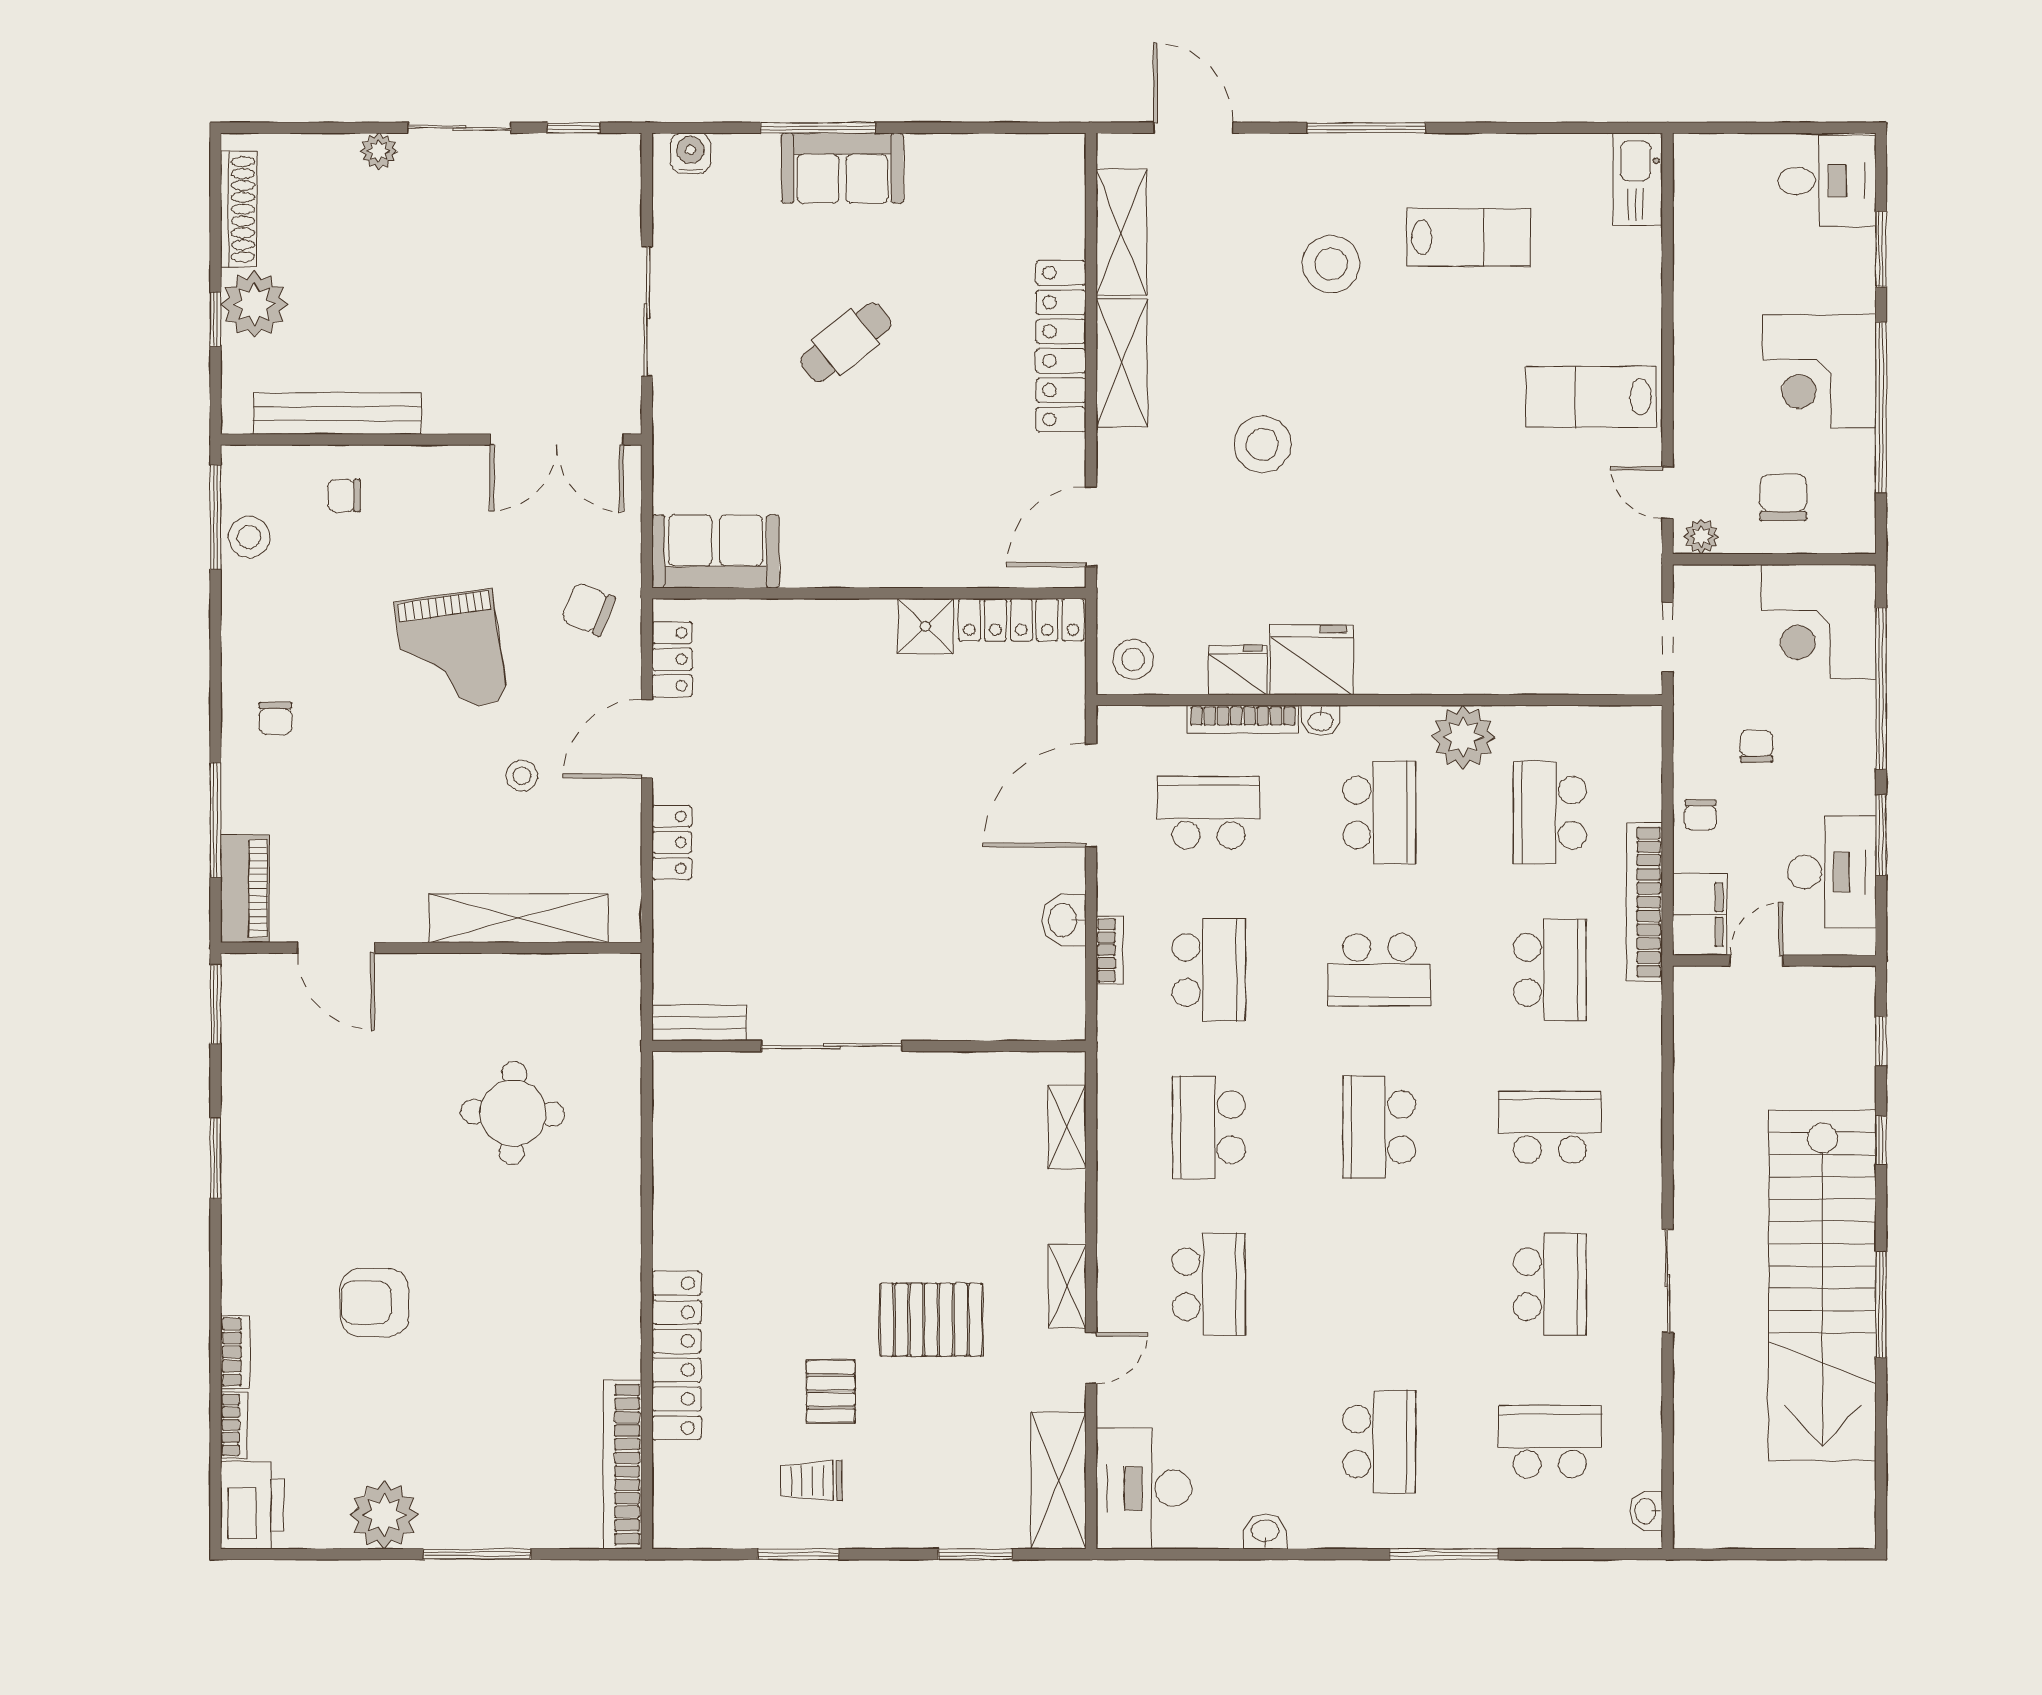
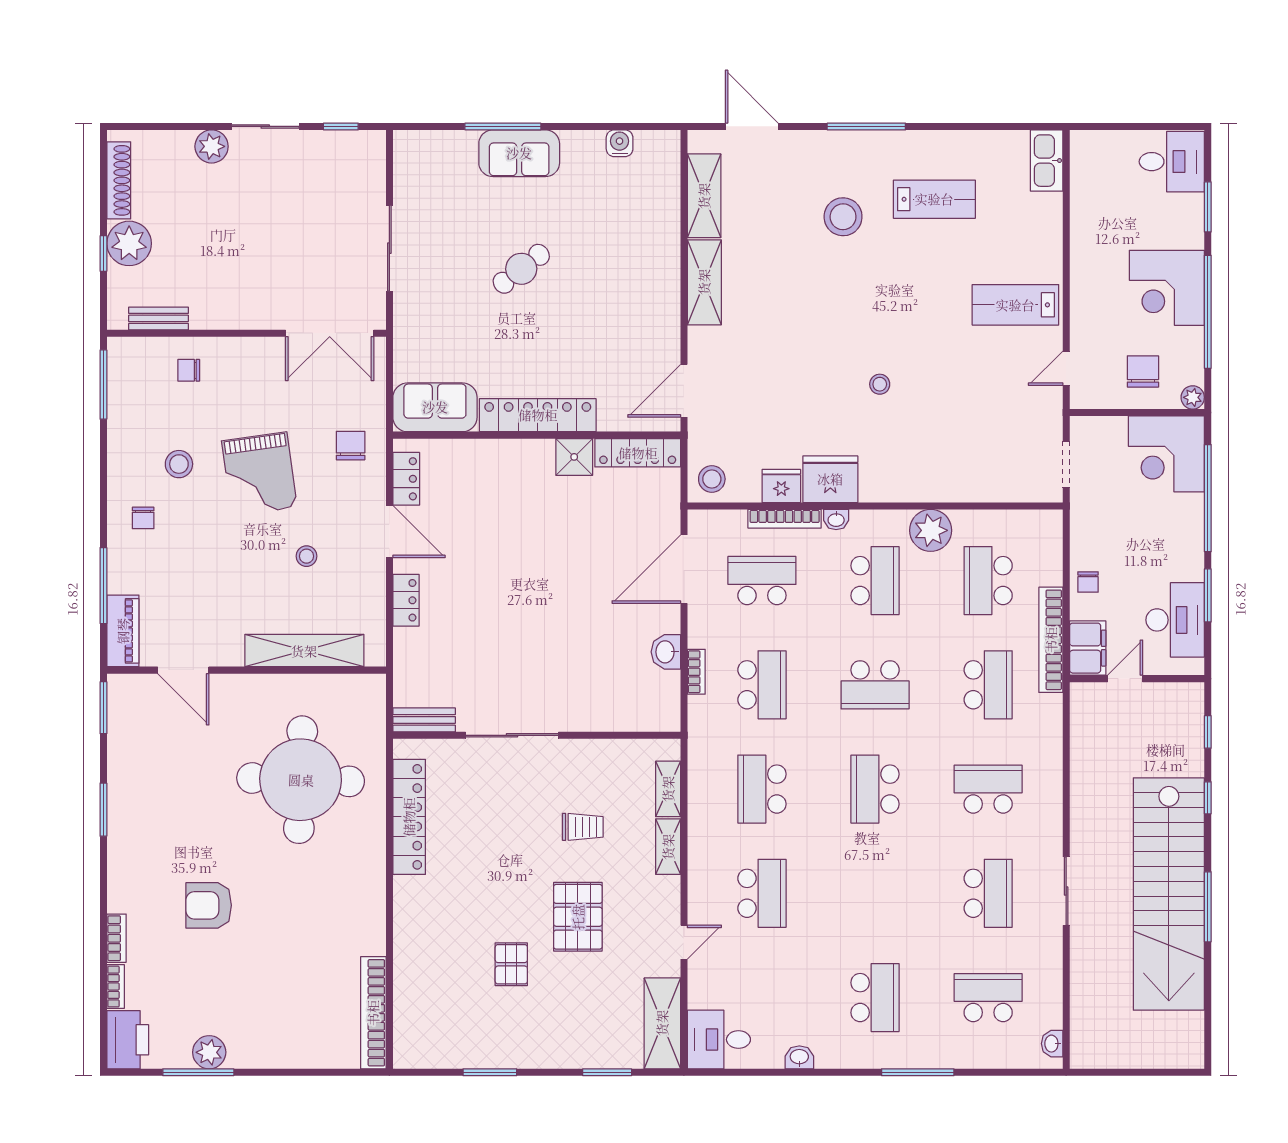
plant: (379, 151) -> (212, 146), width x1.38, depth x1.38
water cooler: (690, 153) -> (620, 143), moved
locker: (1061, 346) -> (538, 415), moved, turned 90
bench: (337, 414) -> (159, 318), width x0.54, depth x0.82
stool: (1262, 444) -> (880, 384), moved, width x0.53, depth x0.53
door: (1667, 492) -> (1066, 368), hinge flipped
plant: (1701, 536) -> (1193, 397), moved
stool: (249, 537) -> (179, 464), moved
chair: (588, 609) -> (351, 446), turned 68
door: (647, 739) -> (389, 532), swing flipped
chair: (1756, 746) -> (1125, 536), removed
round table: (513, 1113) -> (301, 780), width x1.86, depth x1.86
shelving: (1067, 1286) -> (668, 847), moved
pallet: (931, 1320) -> (578, 917), turned 90
locker: (677, 1356) -> (409, 817), moved
trolley: (811, 1481) -> (583, 827), moved, turned 180
desk: (1144, 1488) -> (719, 1040), width x0.73
plant: (384, 1515) -> (209, 1052), width x0.73, depth x0.73
window: (477, 1554) -> (198, 1072), moved

